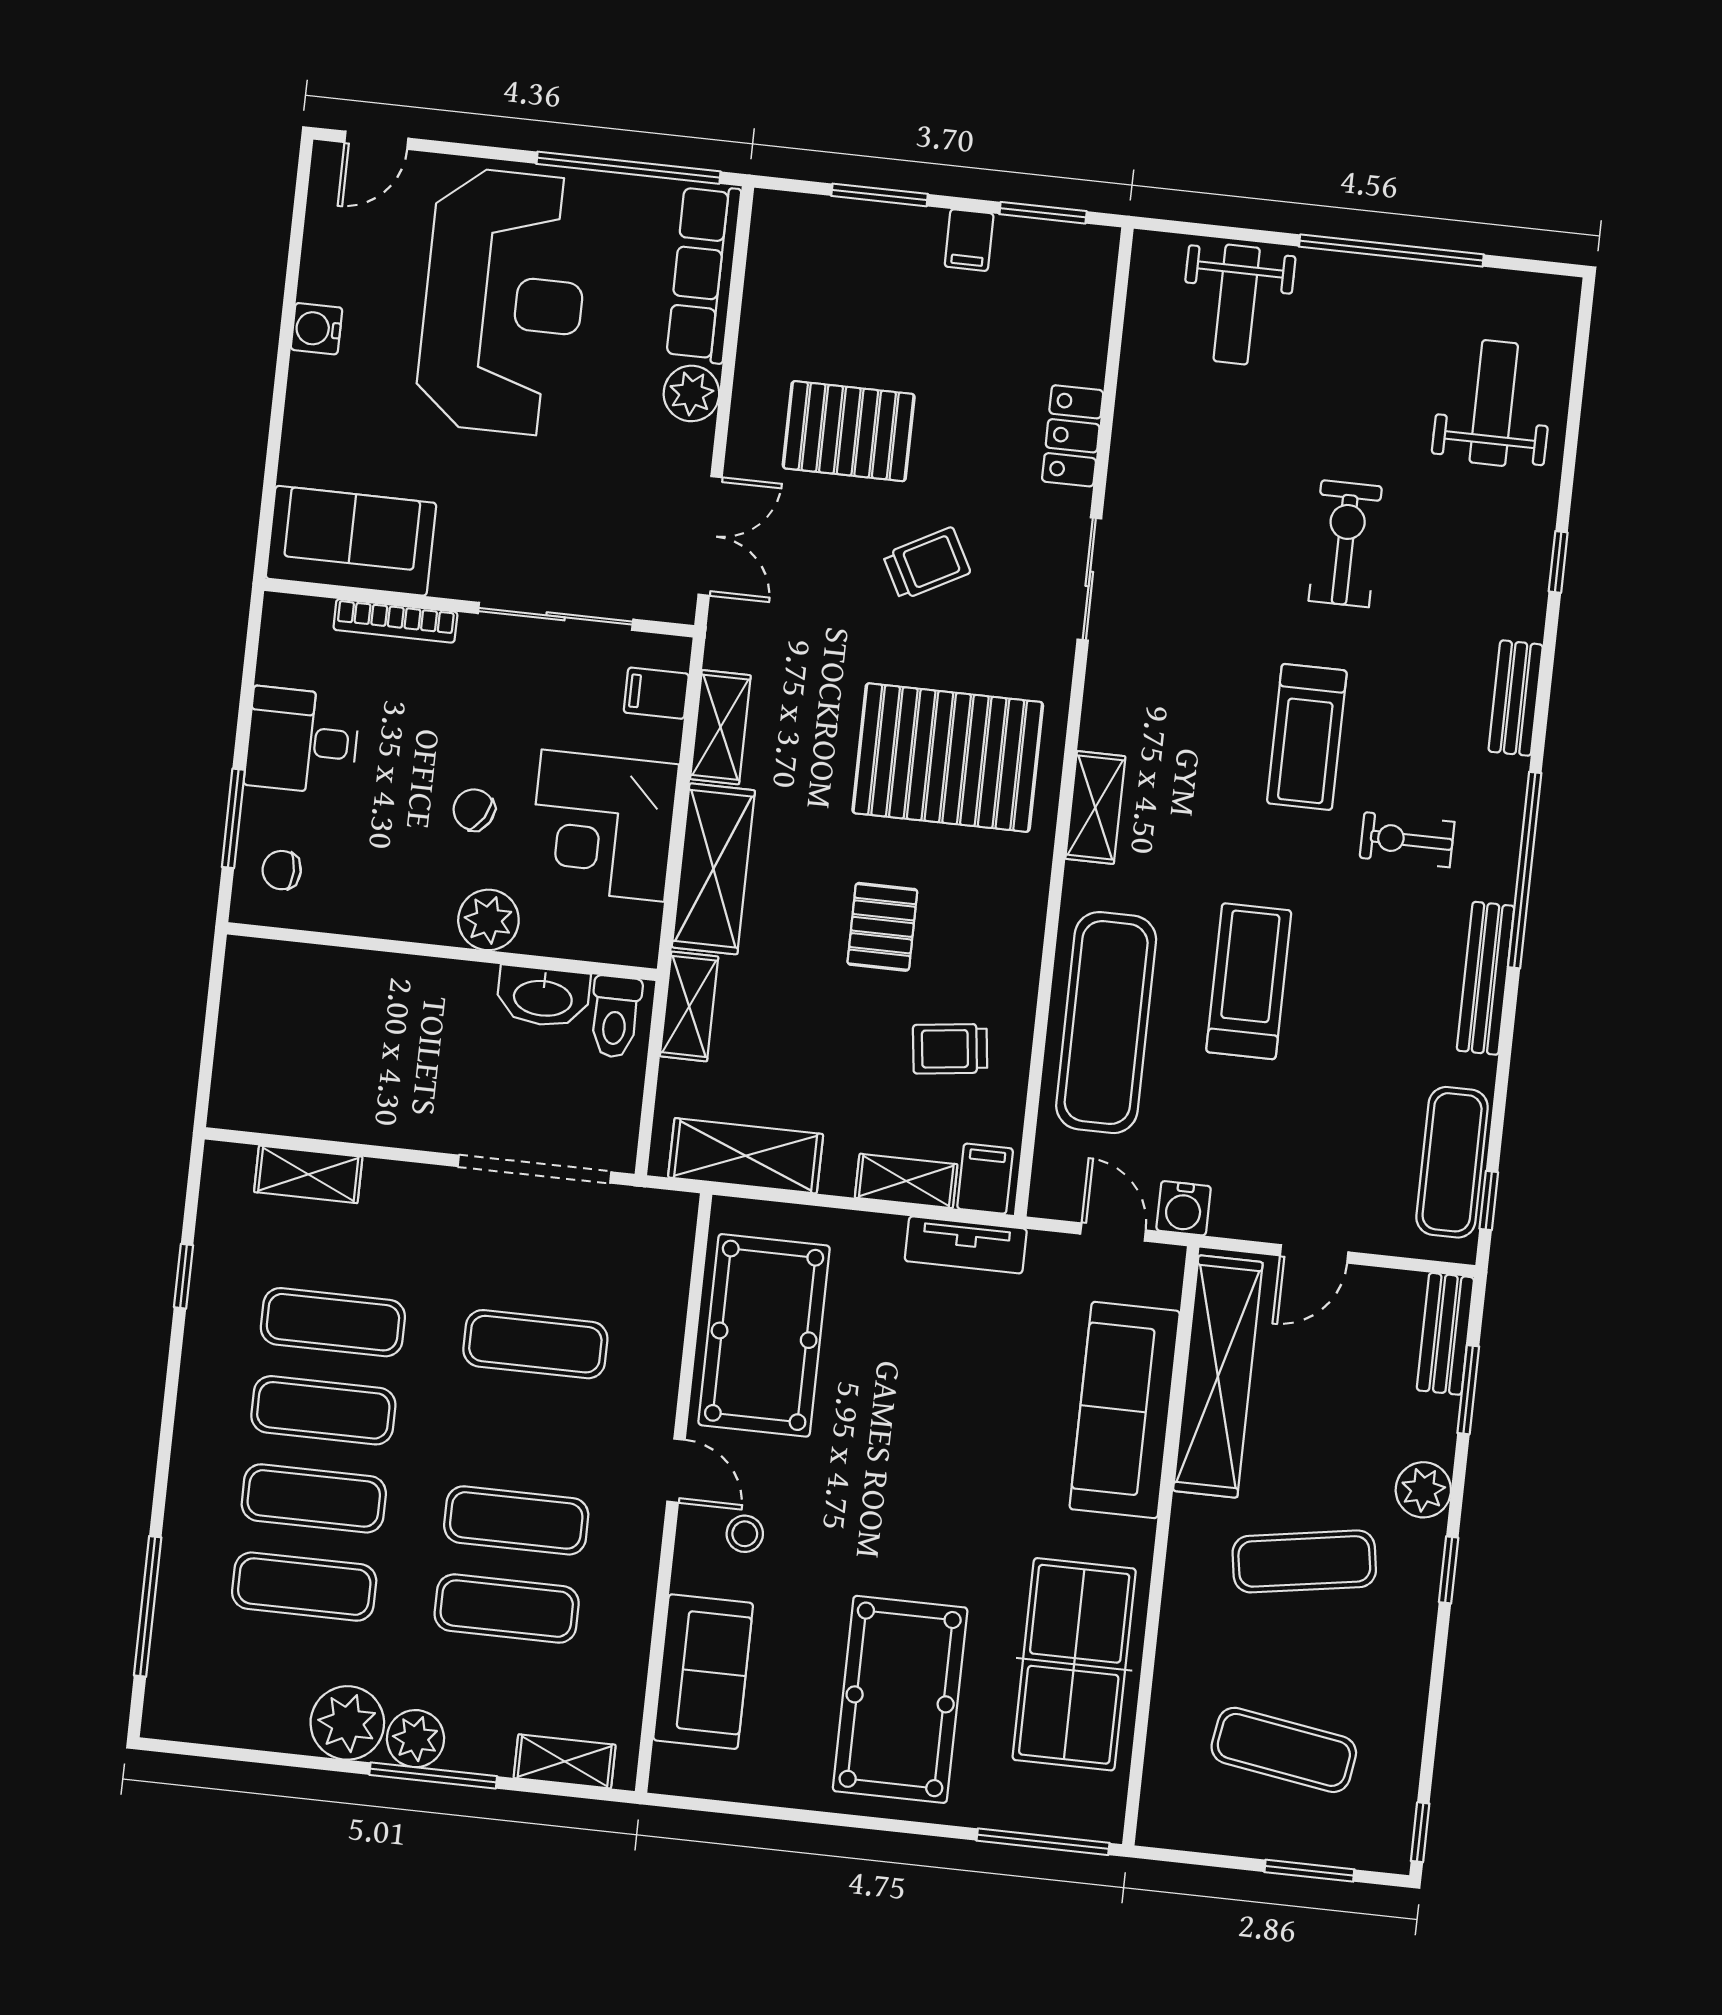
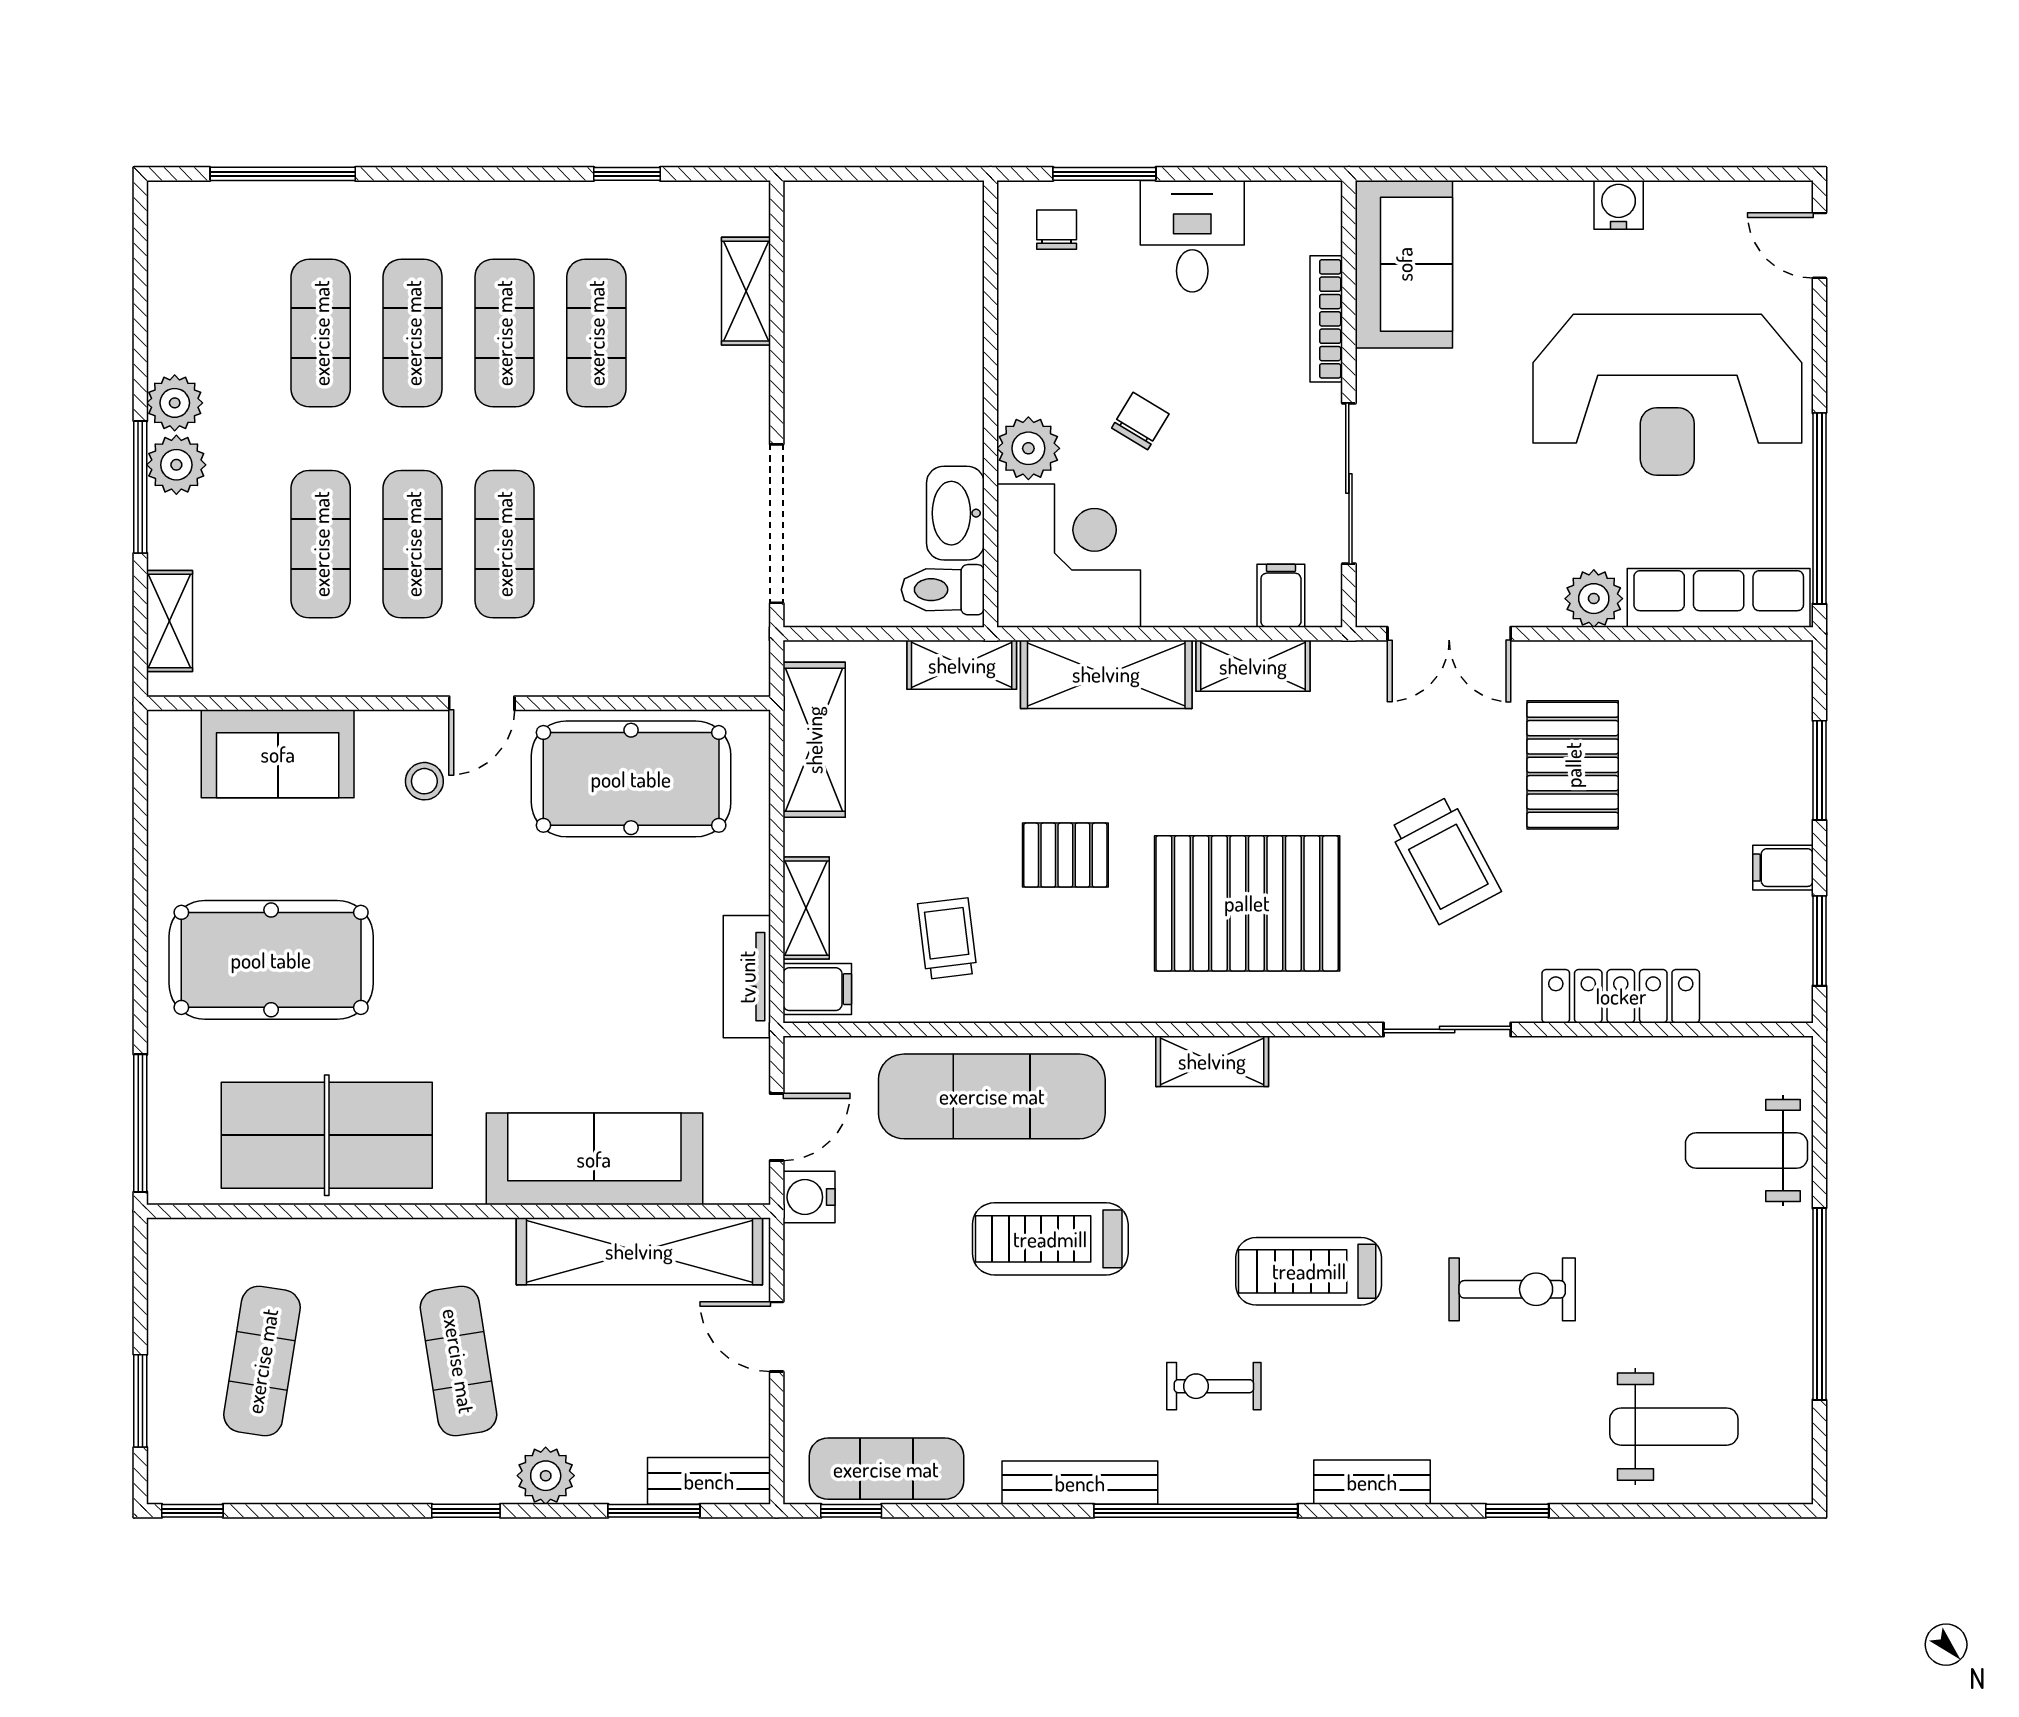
locker: (1073, 436) -> (1621, 996), width x1.53
trolley: (927, 564) -> (1445, 860), width x1.36, depth x1.39
pallet: (948, 758) -> (1247, 903), turned 90
corner desk: (603, 826) -> (1069, 556), moved, turned 90
exercise bike: (1407, 840) -> (1214, 1386), turned -90
treadmill: (1249, 981) -> (1050, 1239), turned 180
exercise mat: (535, 1344) -> (504, 544), moved
plant: (347, 1723) -> (175, 403), width x0.73, depth x0.73

